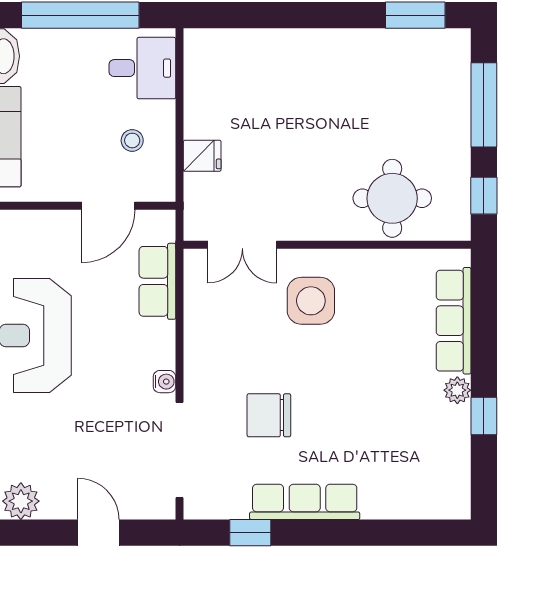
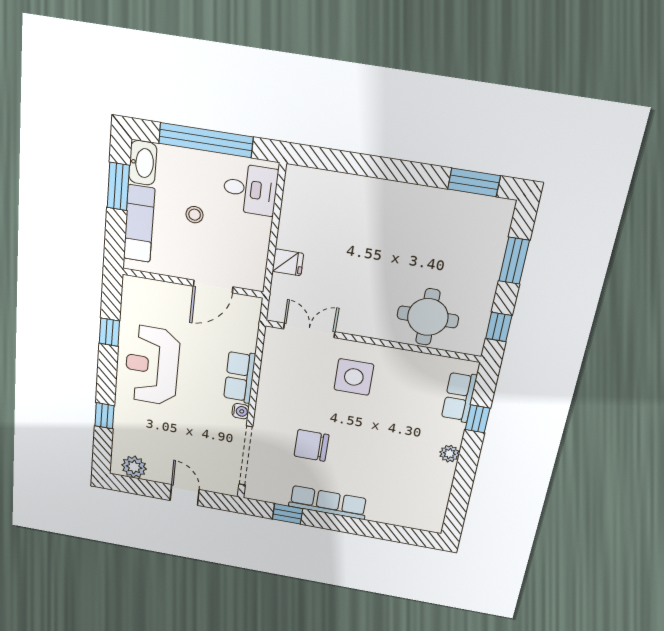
window: (484, 105) -> (514, 261), width x0.69
stool: (132, 140) -> (195, 215), moved
double door: (242, 245) -> (309, 330), swing flipped
row of seats: (157, 281) -> (240, 377), moved
row of seats: (454, 321) -> (459, 397), width x0.68
window: (484, 416) -> (477, 419), moved

